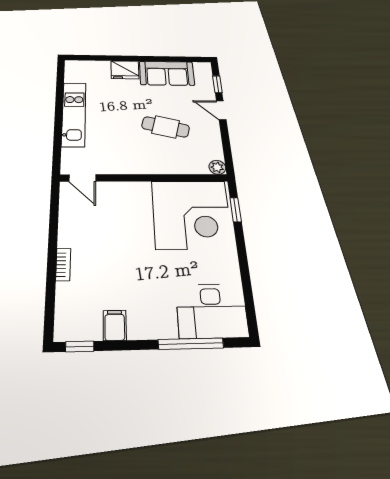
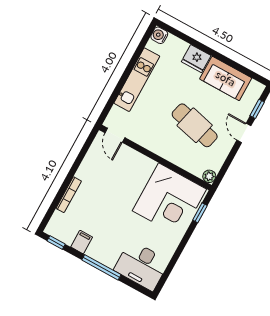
water cooler: (73, 67) -> (159, 35), added
cafe table: (166, 127) -> (195, 125), width x1.37, depth x1.35
bookcase: (63, 265) -> (69, 195), width x1.56
window: (191, 344) -> (101, 267), moved

